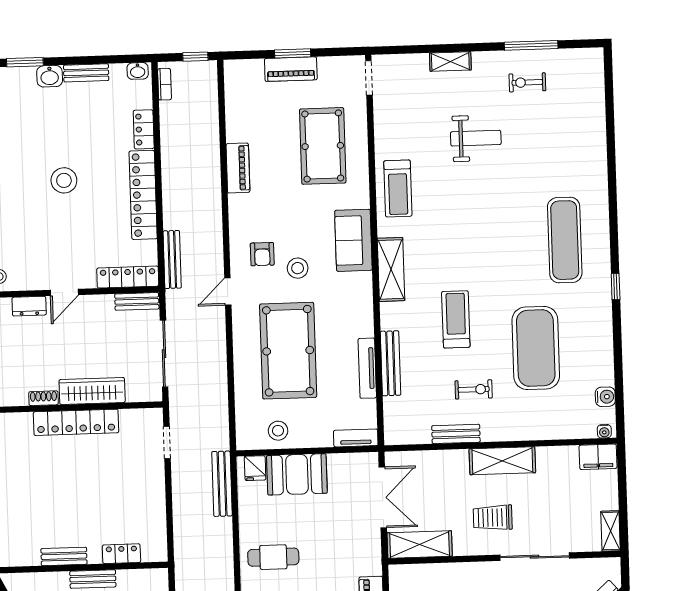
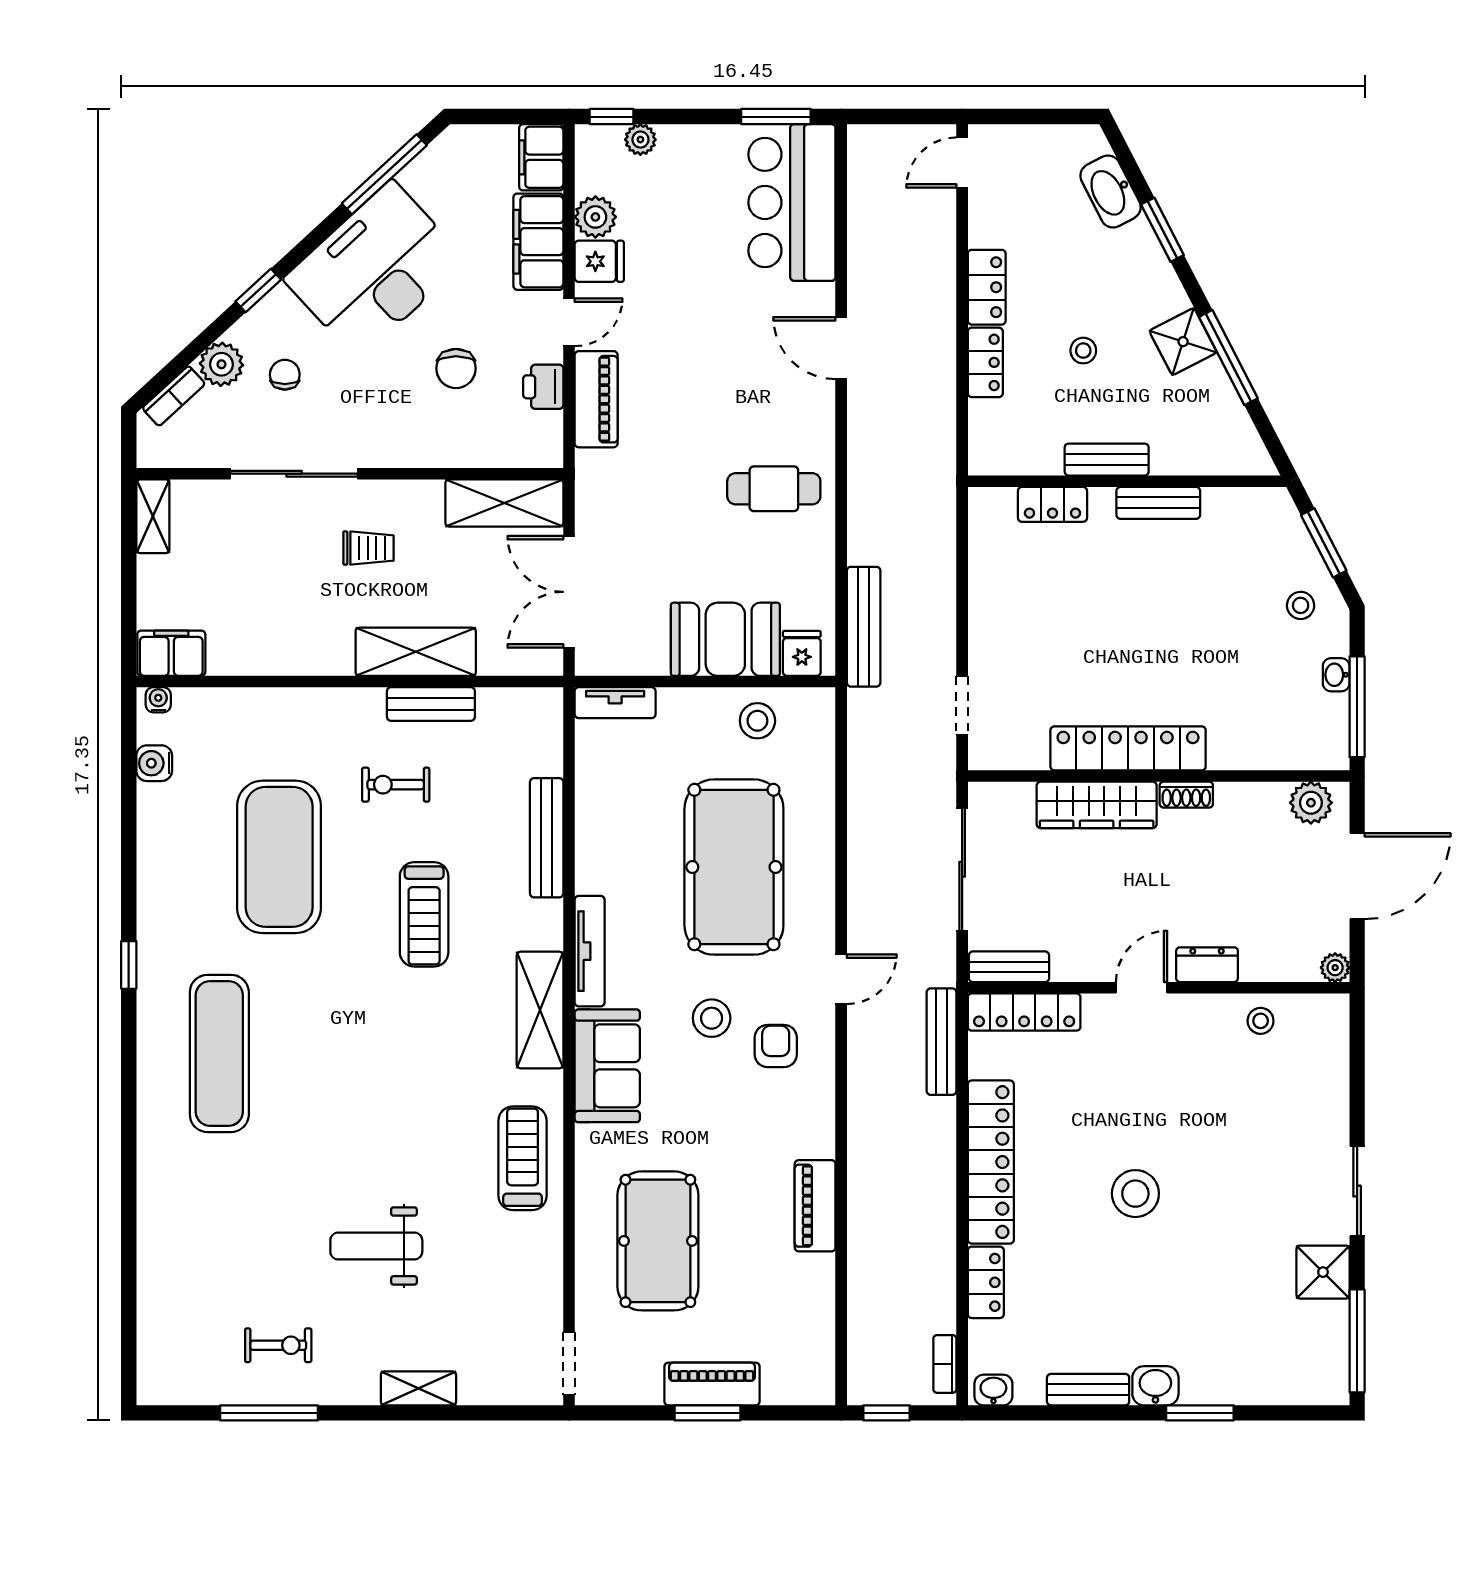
tv unit: (367, 368) -> (590, 951), moved
shelving: (502, 461) -> (416, 652), moved
trolley: (493, 518) -> (368, 548), width x0.73, depth x0.72

